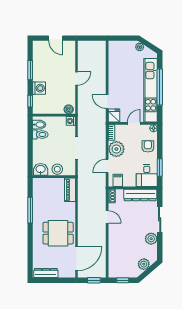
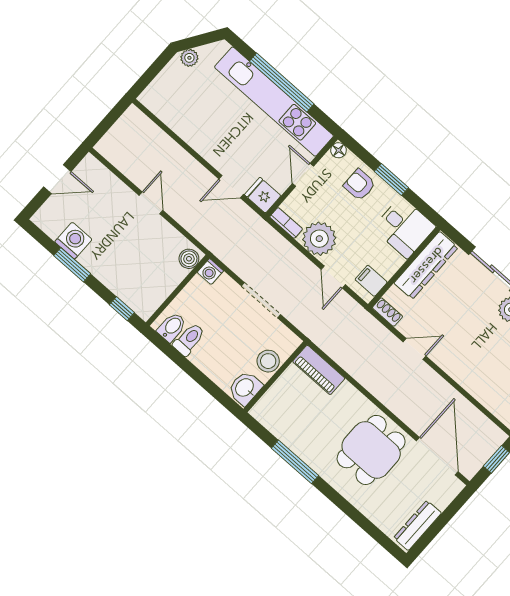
washing machine: (39, 88) -> (73, 241), moved
window: (160, 167) -> (391, 179), moved

